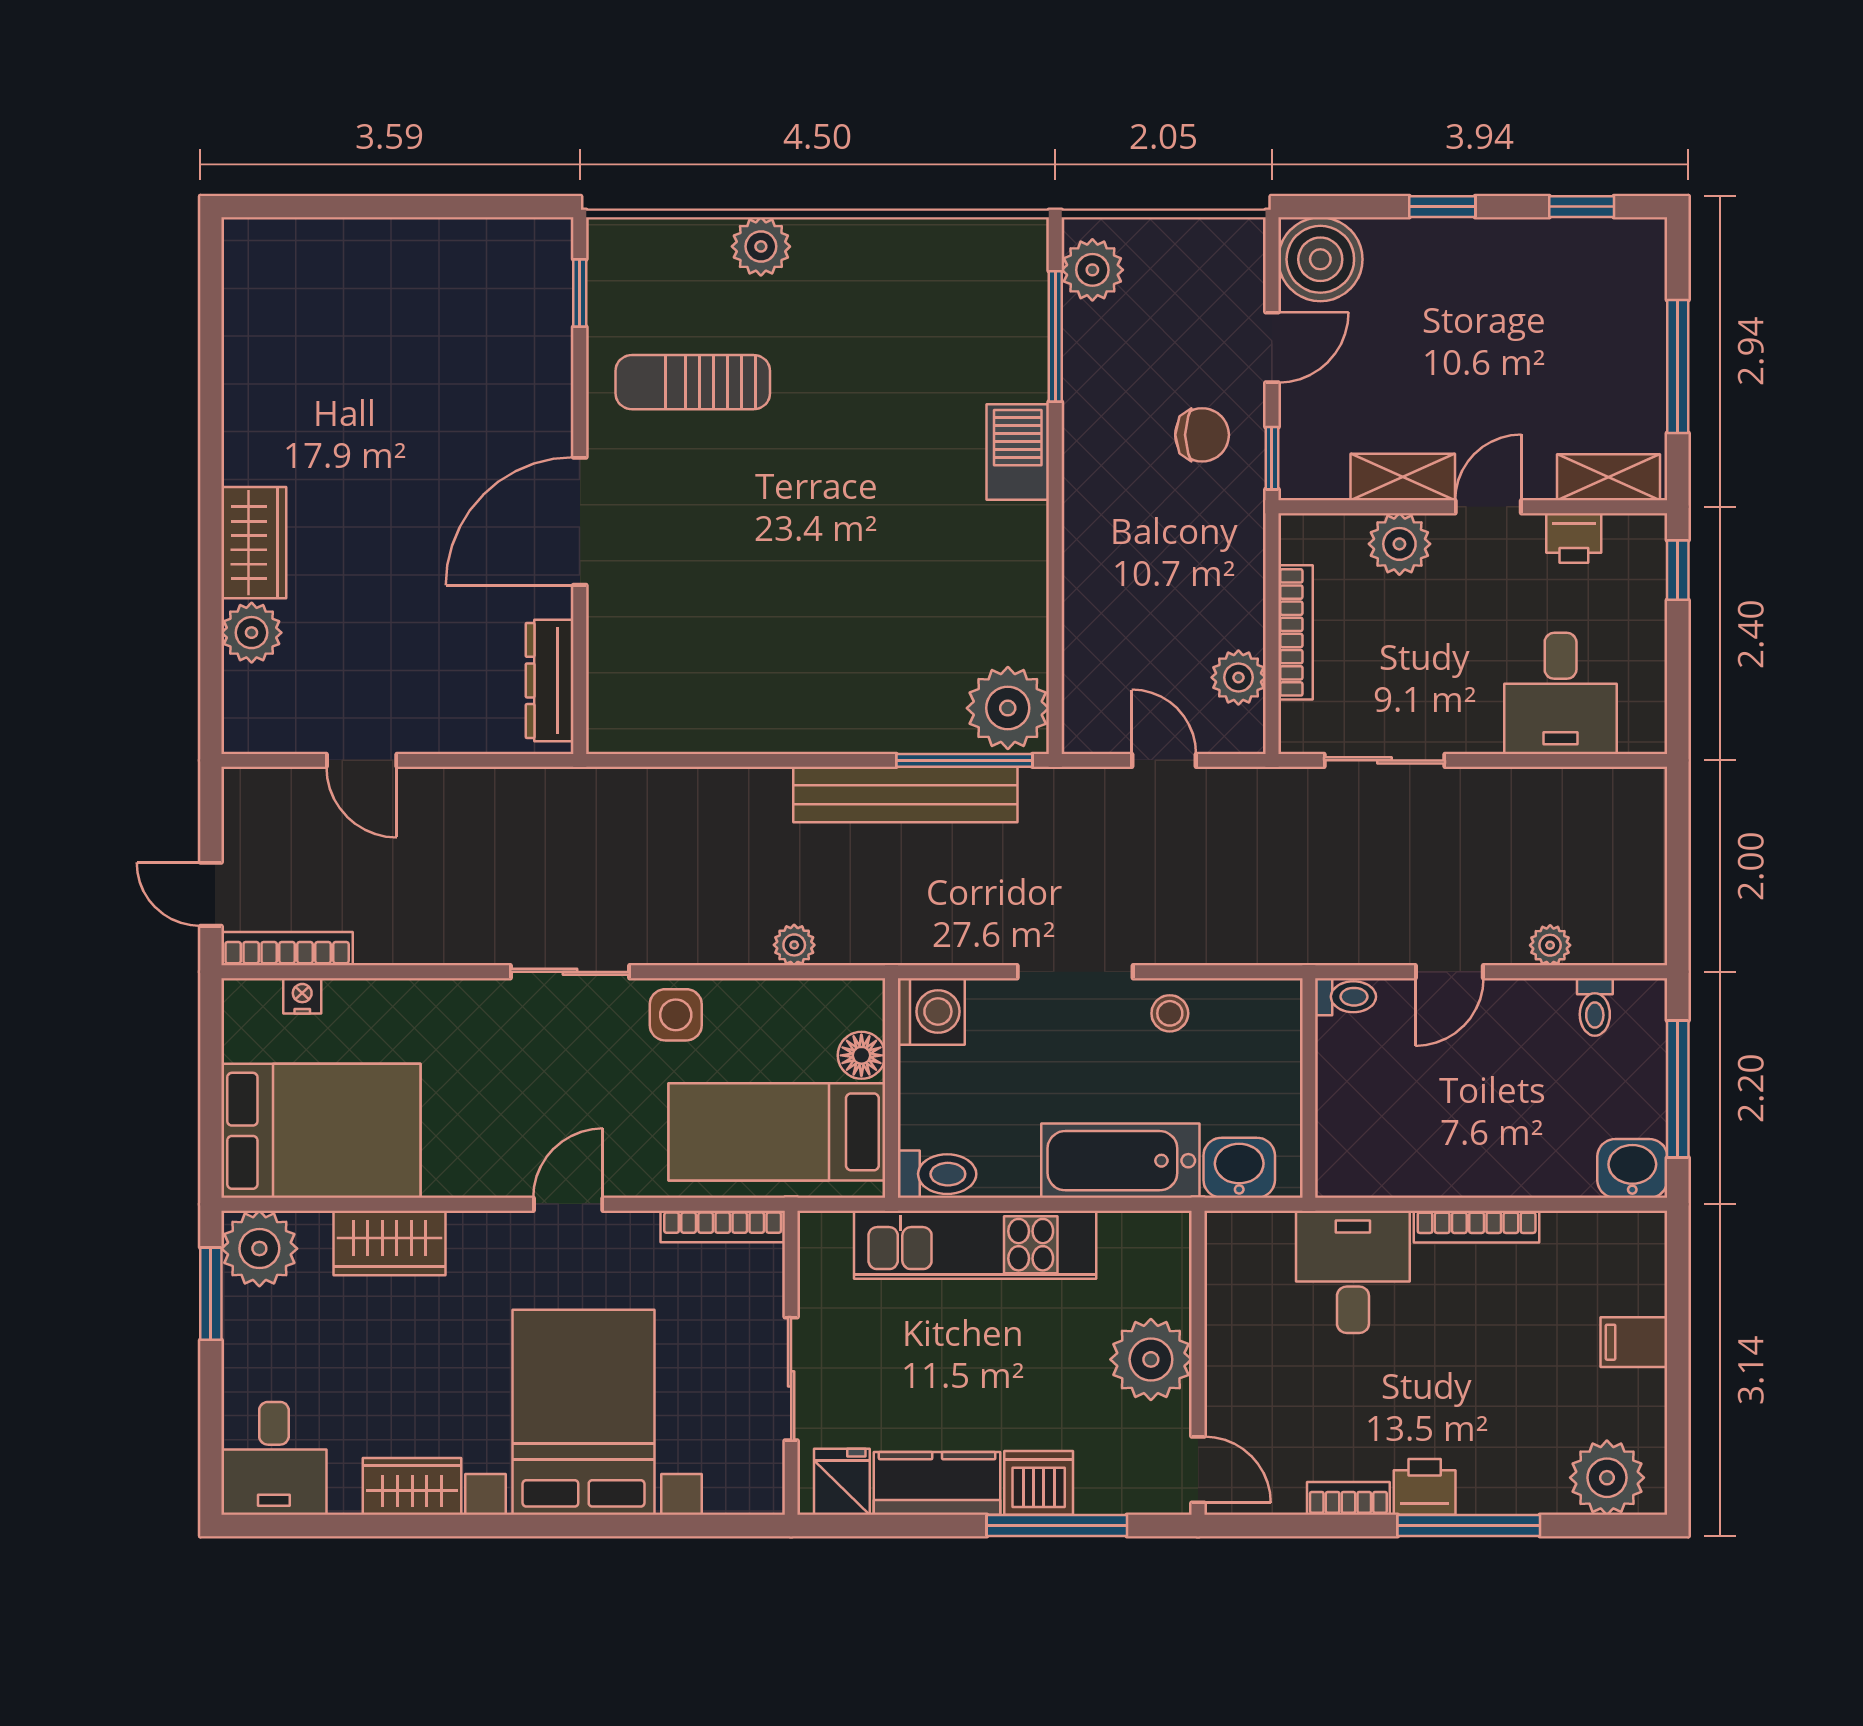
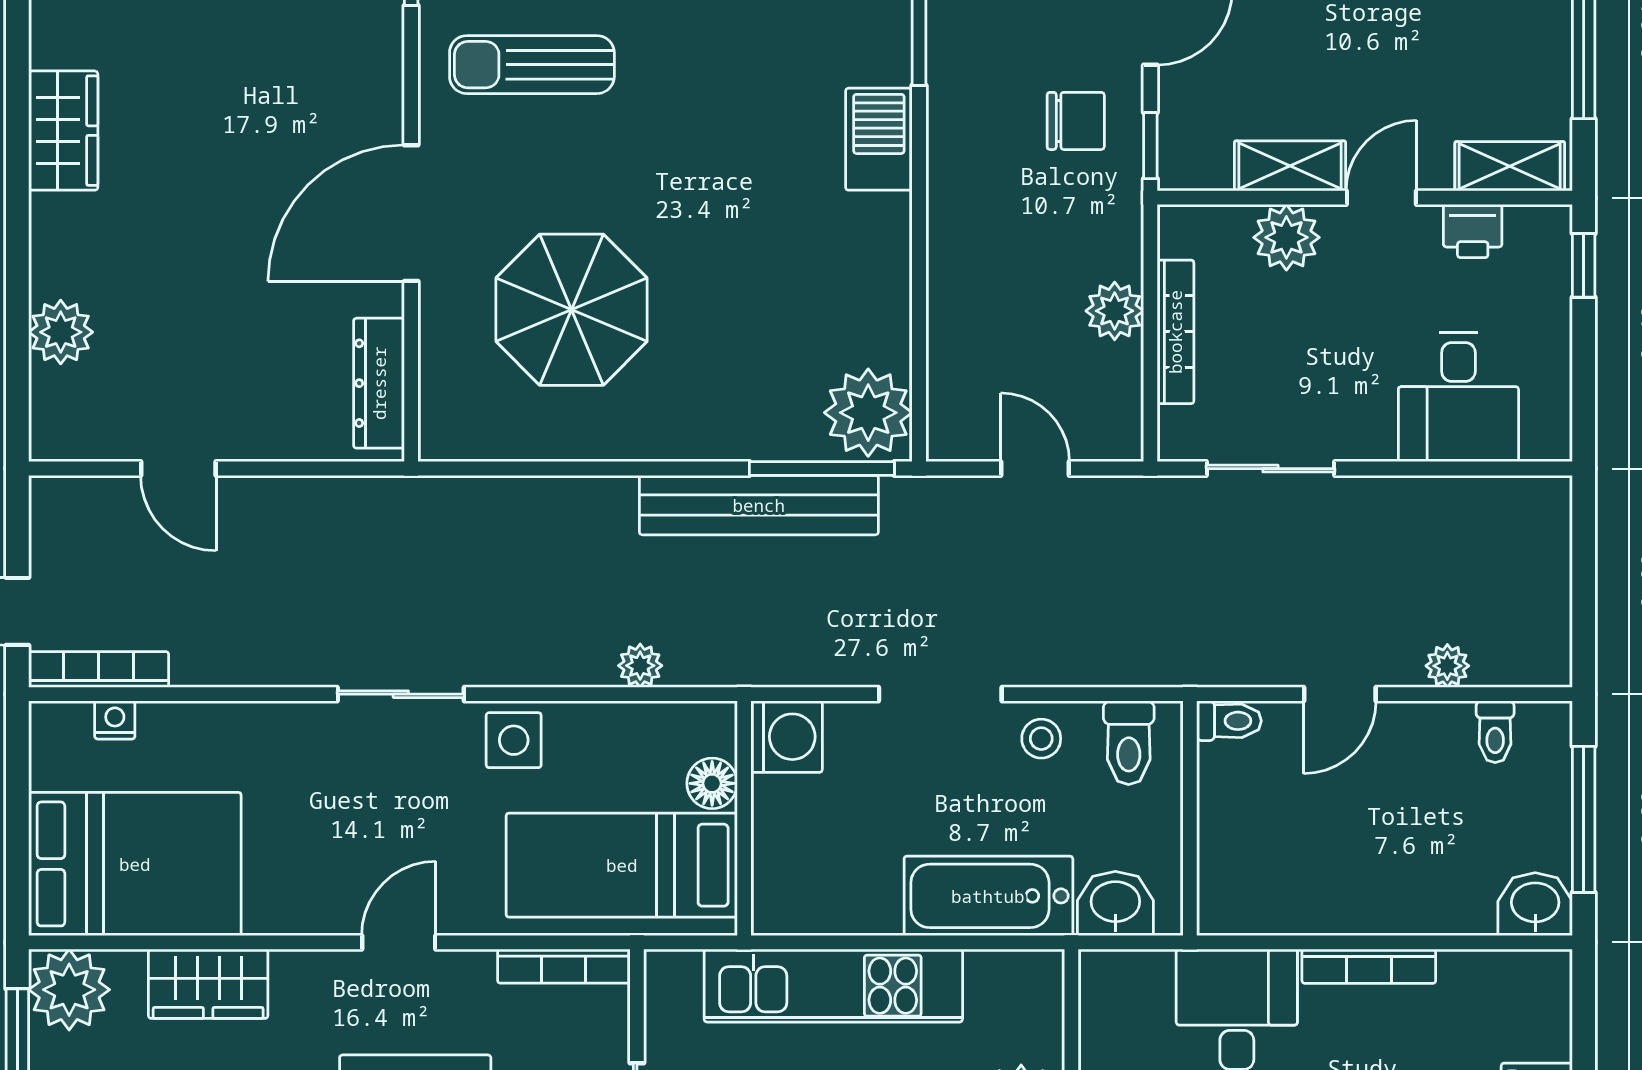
wardrobe: (254, 543) -> (63, 131), moved
parasol: (730, 612) -> (572, 310), added
plant: (1238, 677) -> (1115, 311), moved
toilet: (937, 1174) -> (1129, 743), moved, turned 90

